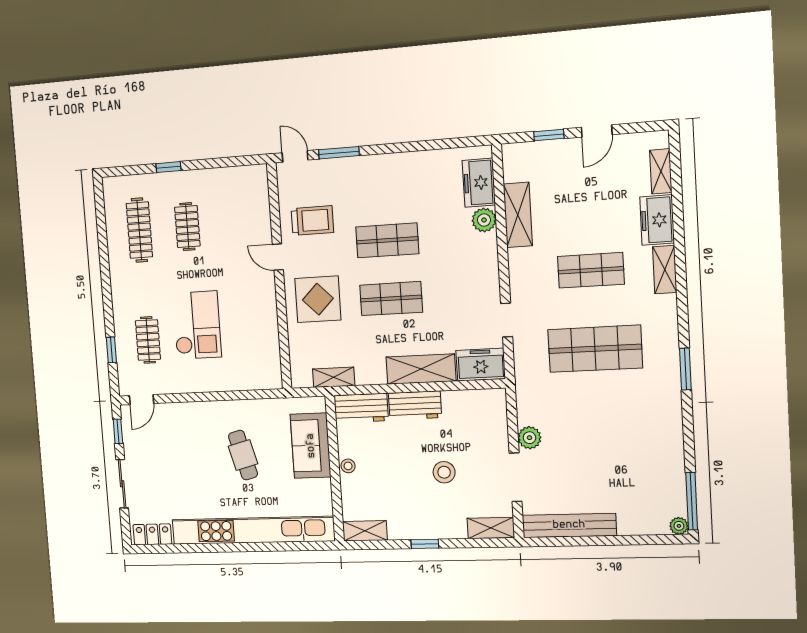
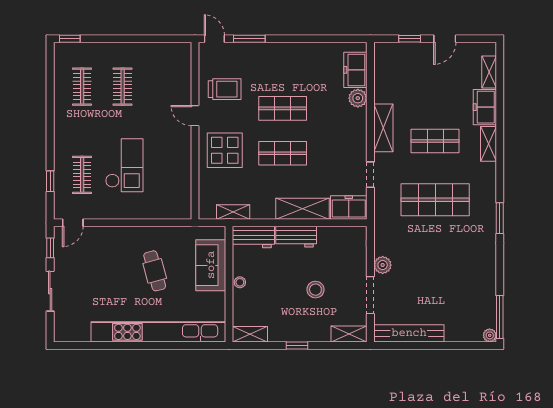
window: (168, 167) -> (70, 39), moved
shelving: (518, 215) -> (383, 128), moved
clothes rail: (139, 230) -> (82, 87), width x0.73
locker: (152, 534) -> (73, 333), removed

